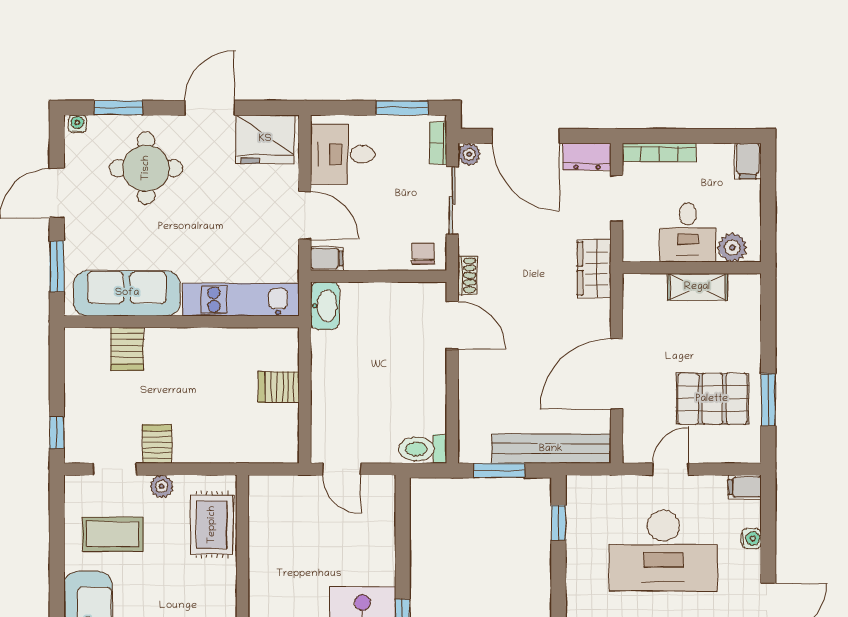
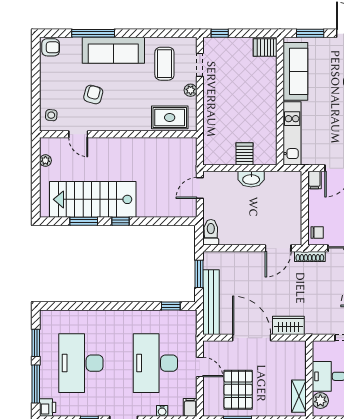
wardrobe: (594, 269) -> (288, 325), moved
shoe rack: (467, 275) -> (310, 257), width x1.43
shelving: (697, 287) -> (299, 396), moved
washbasin: (325, 306) -> (251, 179), moved
server rack: (127, 349) -> (265, 47), moved
server rack: (157, 444) -> (213, 88), removed

